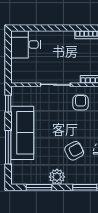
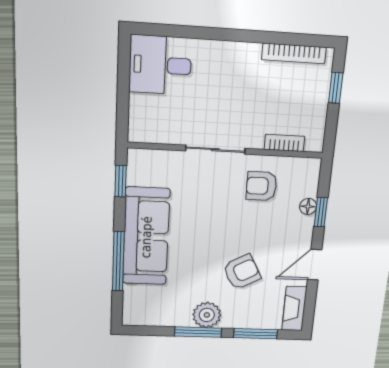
armchair: (81, 103) -> (261, 186), turned -90
window: (39, 187) -> (198, 332), moved

